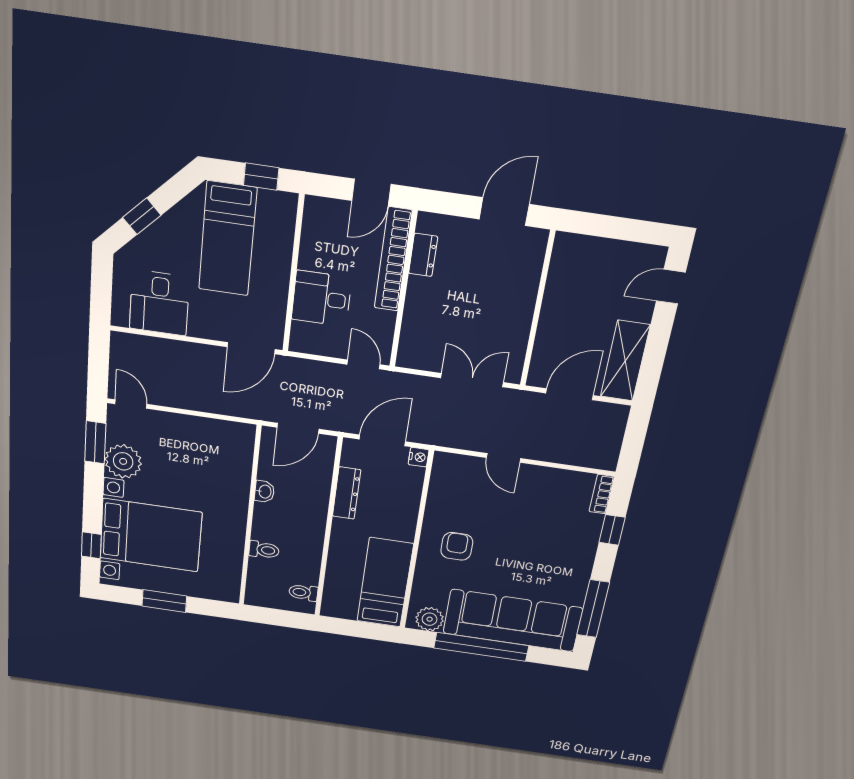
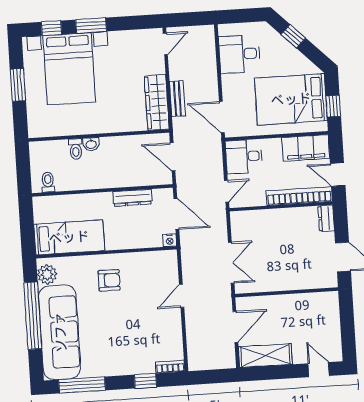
filing cabinet: (320, 234) -> (306, 148), added
bed: (228, 239) -> (291, 99), width x1.50
dresser: (423, 255) -> (326, 218), moved, turned 90
desk: (322, 299) -> (244, 156), moved, turned -90
door: (570, 394) -> (235, 327), hinge flipped
bench: (214, 404) -> (177, 99), added
wardrobe: (215, 433) -> (157, 102), added
window: (95, 442) -> (91, 26), moved
plant: (123, 461) -> (122, 43), removed
washbasin: (264, 492) -> (91, 144), moved

